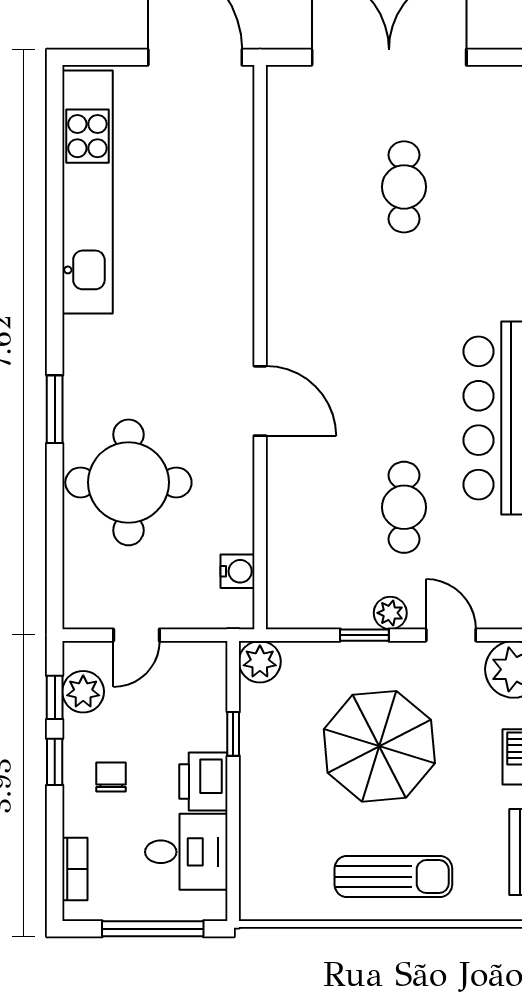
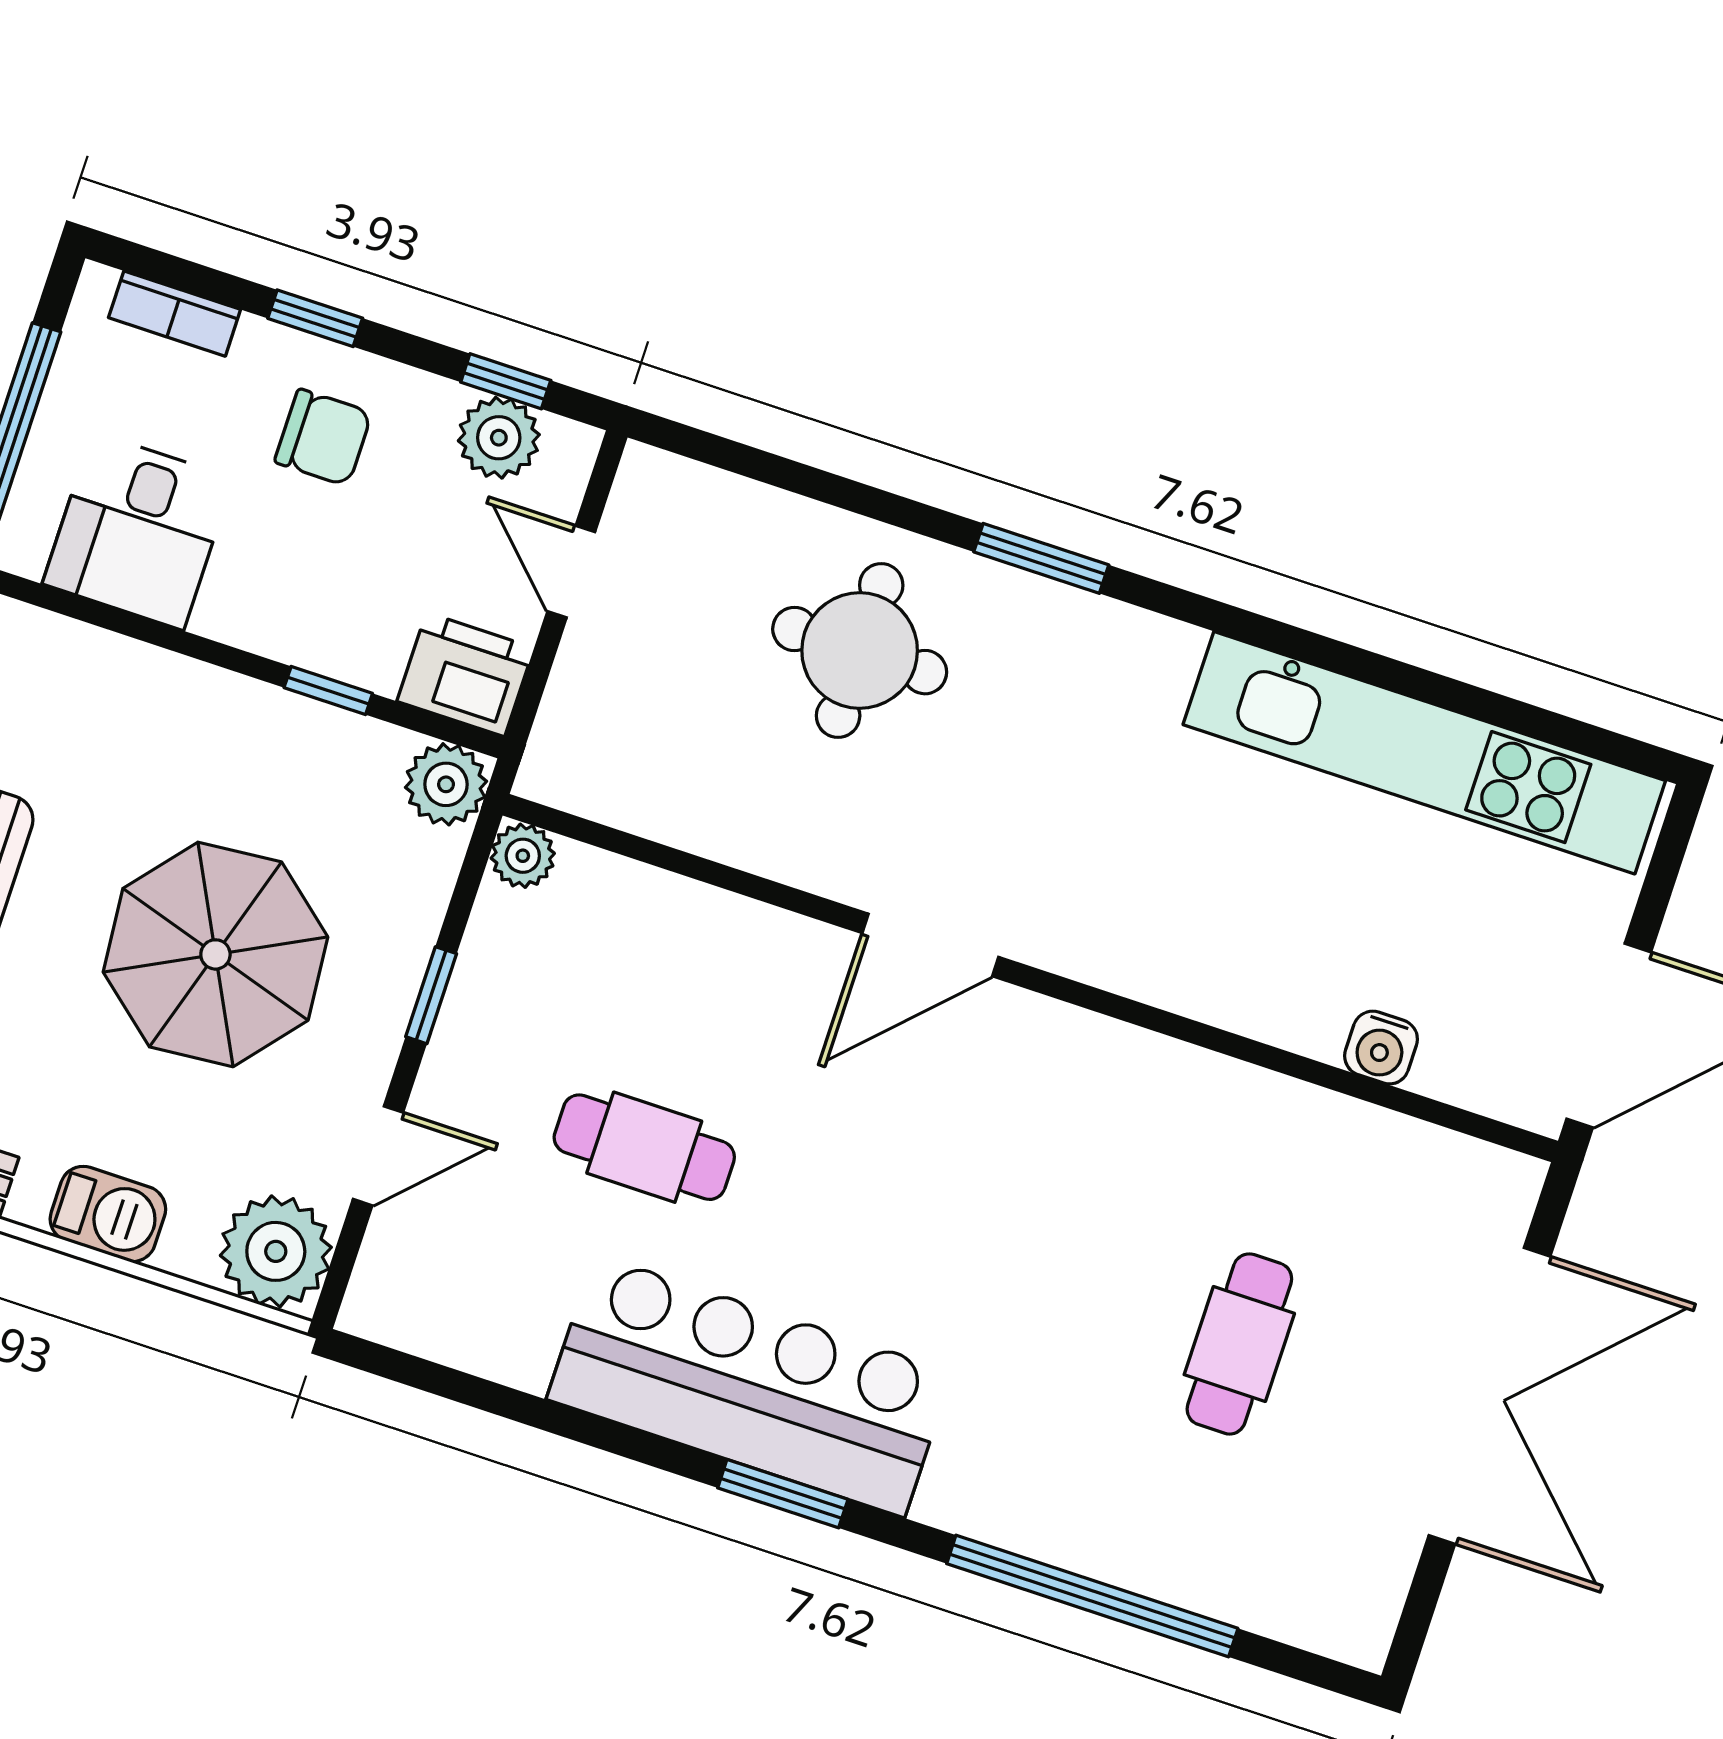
cafe table: (404, 187) -> (1239, 1344), turned 90
round table: (128, 482) -> (860, 651), width x0.73, depth x0.73
water cooler: (237, 571) -> (1381, 1048), moved
plant: (390, 613) -> (523, 856), moved
window: (55, 762) -> (315, 318), moved
chair: (111, 777) -> (323, 437), width x1.37, depth x1.37
printer: (203, 782) -> (465, 675), moved

